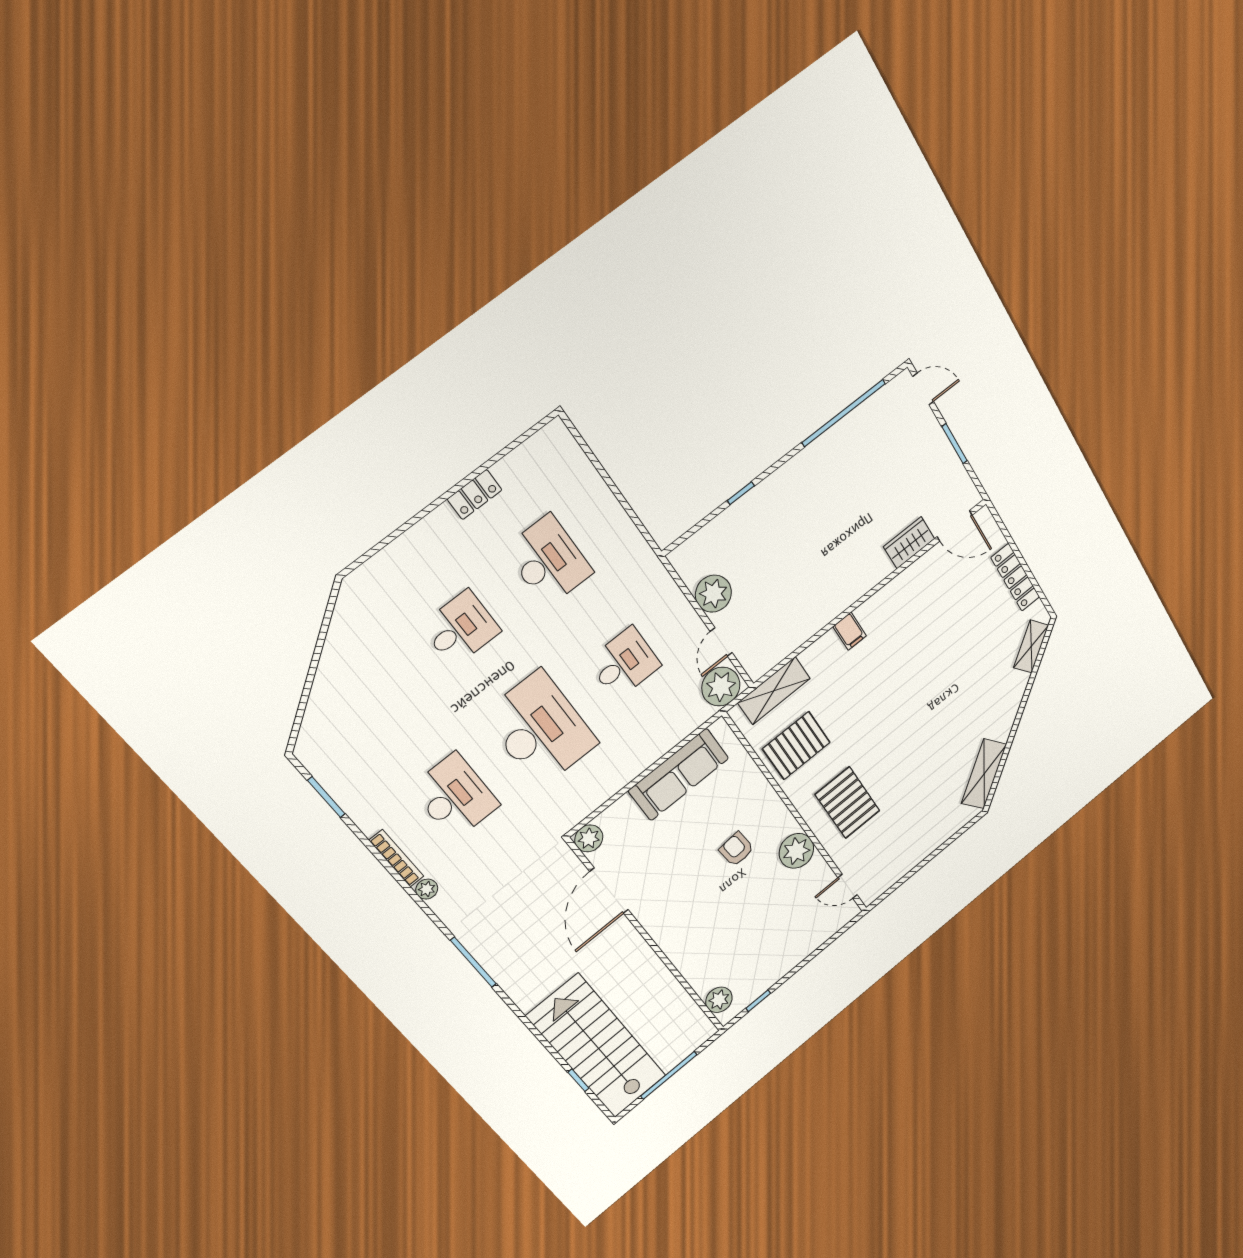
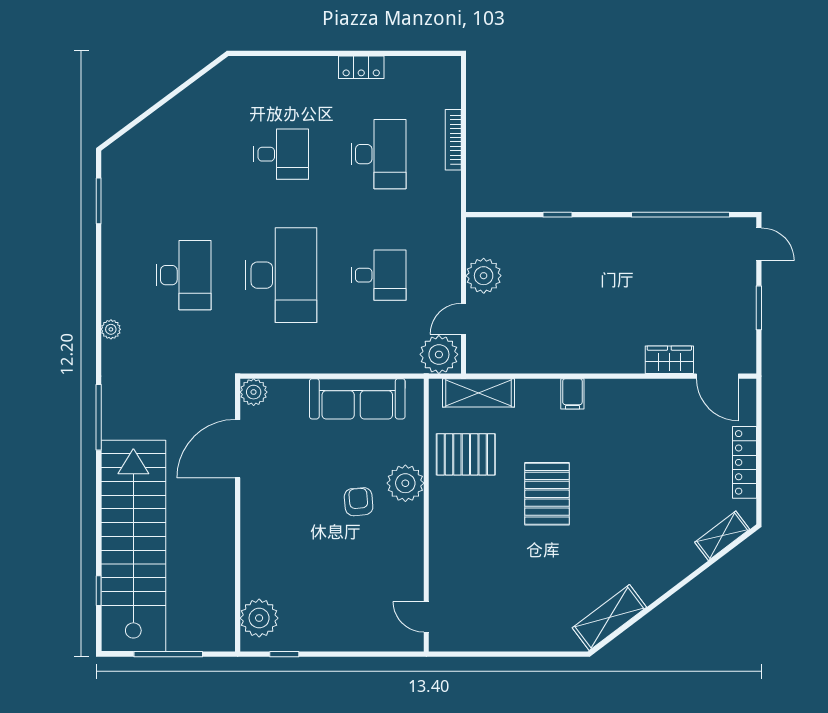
pallet: (847, 803) -> (547, 494), moved
plant: (796, 851) -> (405, 483), moved
bookcase: (396, 858) -> (453, 140), moved, turned 180
plant: (719, 1000) -> (259, 618), width x1.36, depth x1.36
stairs: (597, 1046) -> (133, 546), width x1.36

